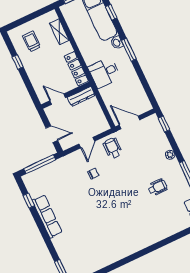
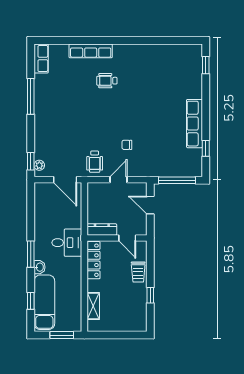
trolley: (31, 41) -> (138, 272), moved
plant: (170, 155) -> (39, 165), moved
wheelchair: (158, 187) -> (107, 81), moved
row of seats: (158, 235) -> (91, 51), added

